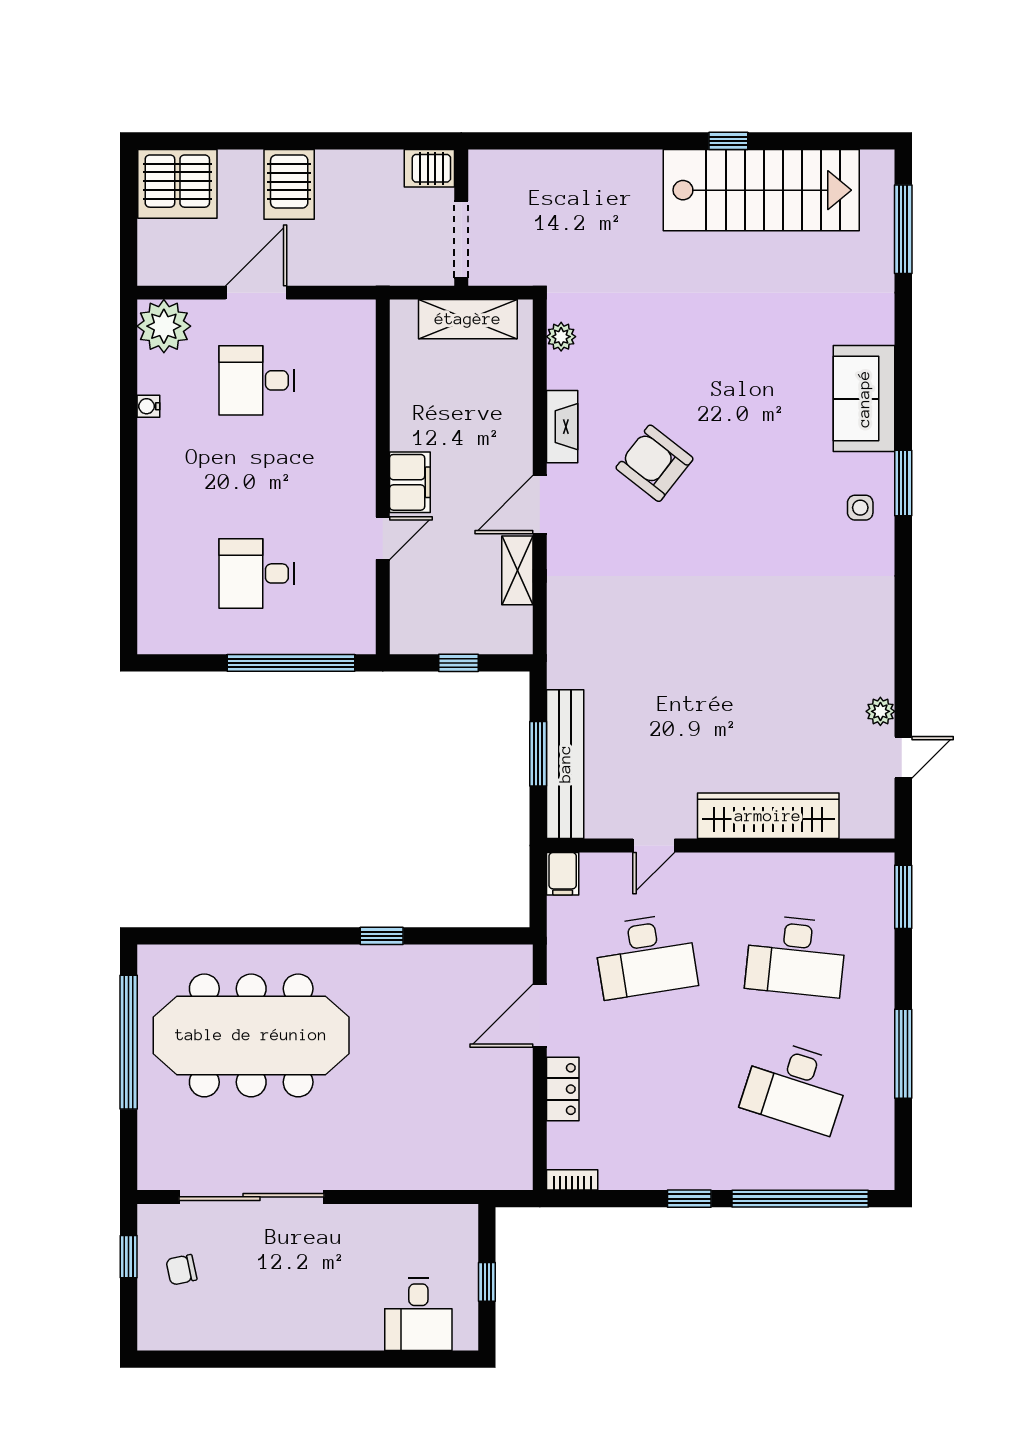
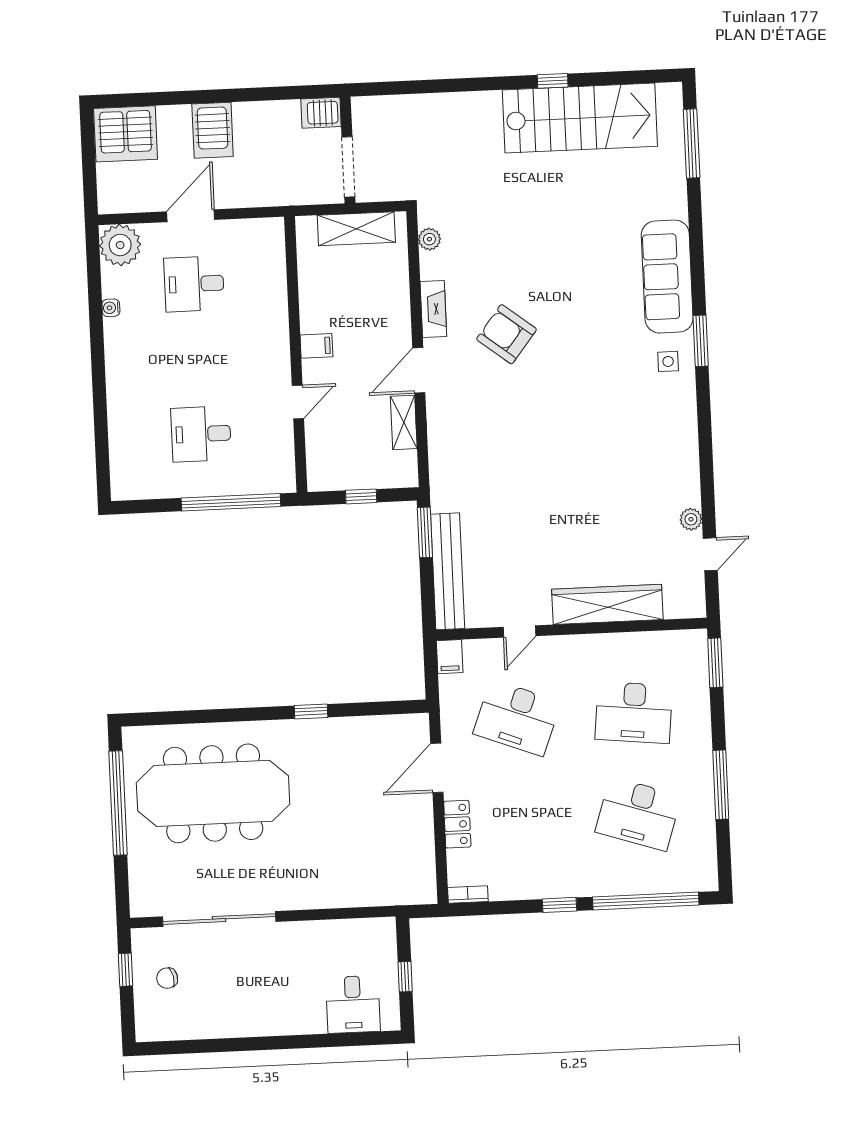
sofa: (864, 399) -> (667, 277), width x1.36
filing cabinet: (410, 482) -> (316, 346), width x0.50
window: (538, 754) -> (425, 532), moved
desk: (646, 956) -> (517, 718), turned 30

